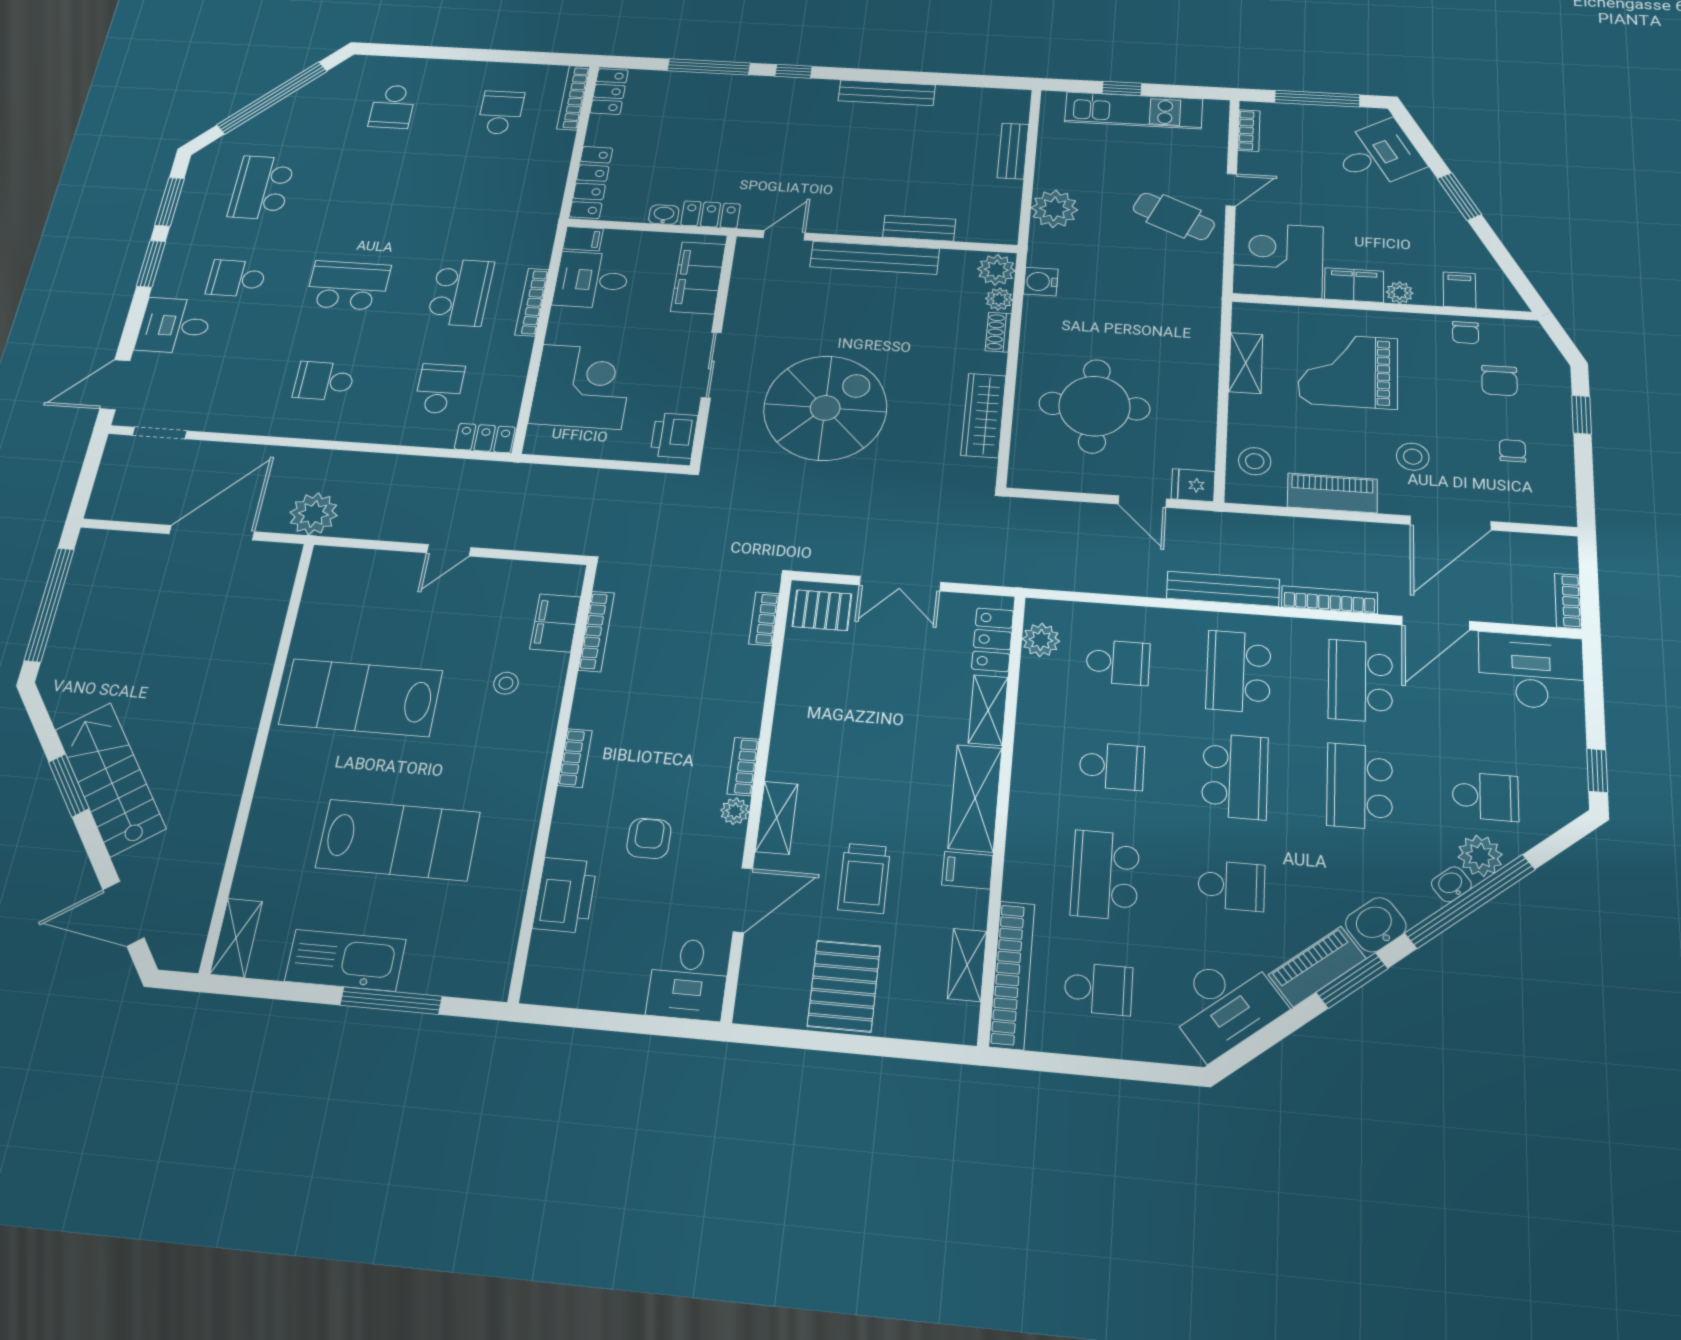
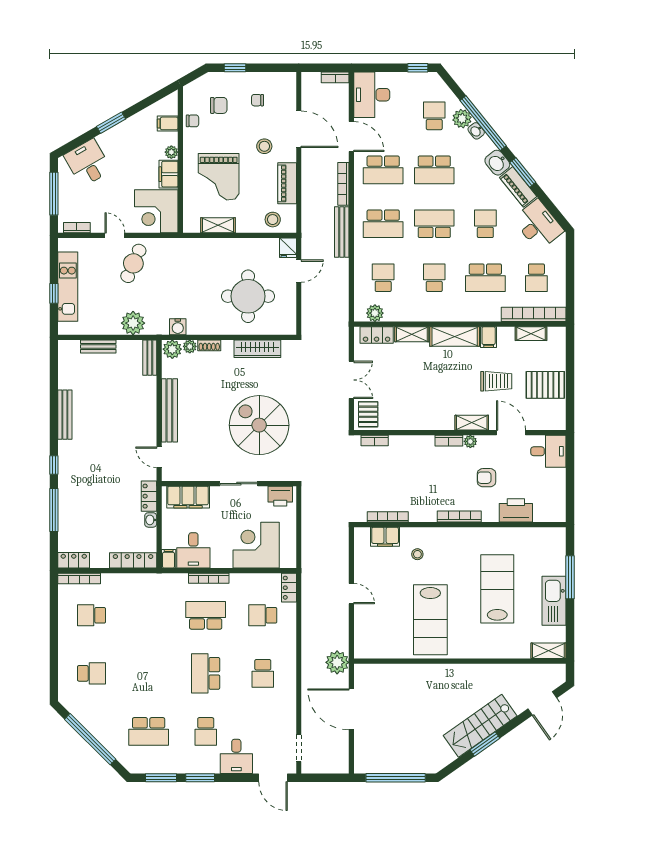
bench: (919, 228) -> (150, 358), moved
bookcase: (575, 758) -> (459, 517), width x1.56
school desk: (1098, 989) -> (536, 278), turned 180

